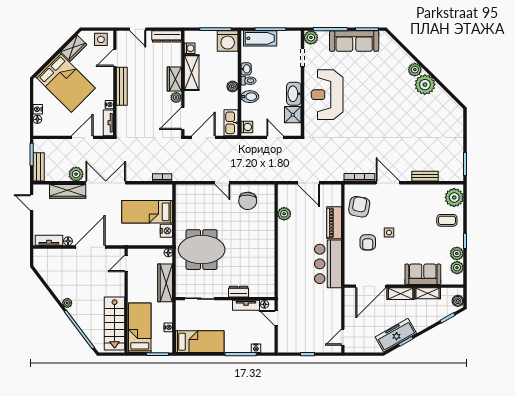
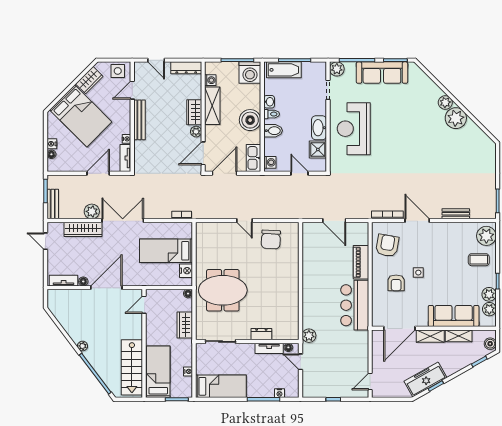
boiler: (233, 86) -> (250, 120), width x1.86, depth x1.86
plant: (284, 214) -> (309, 336), moved
sofa: (423, 274) -> (454, 316), width x1.36
wardrobe: (165, 283) -> (185, 325), width x0.67

